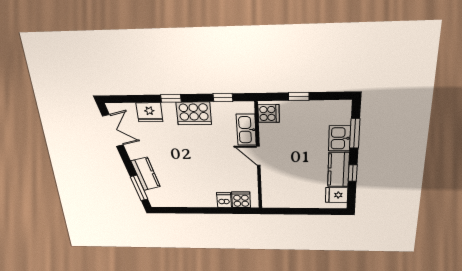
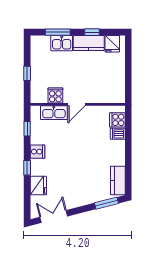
cooker: (194, 113) -> (38, 152), width x0.53, depth x0.76
cooker: (269, 114) -> (55, 95), moved
kitchen counter: (146, 174) -> (118, 180), moved, turned -76

